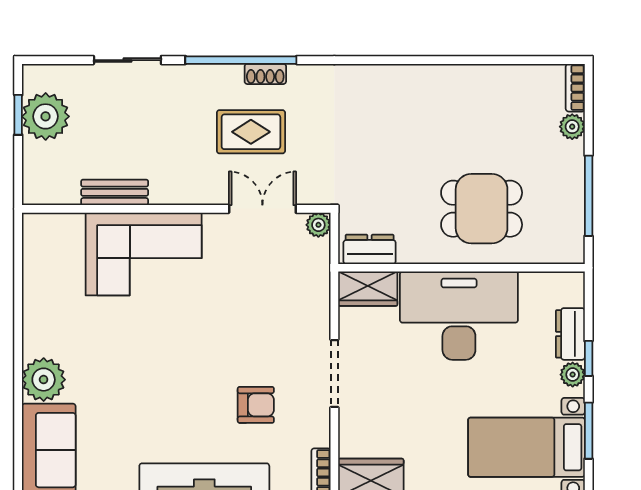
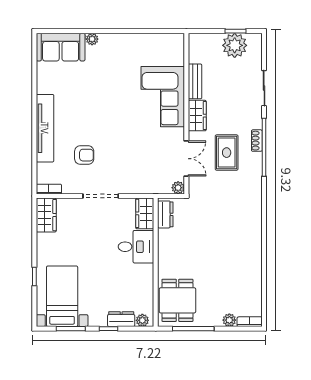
shoe rack: (265, 74) -> (257, 141), moved
wardrobe: (180, 188) -> (197, 116), added
dining table: (482, 209) -> (177, 300), moved
desk: (459, 316) -> (136, 247), width x0.53, depth x0.77
plant: (573, 375) -> (142, 320), moved
plant: (44, 380) -> (92, 39), width x0.53, depth x0.53
armchair: (256, 405) -> (84, 155), turned -90

